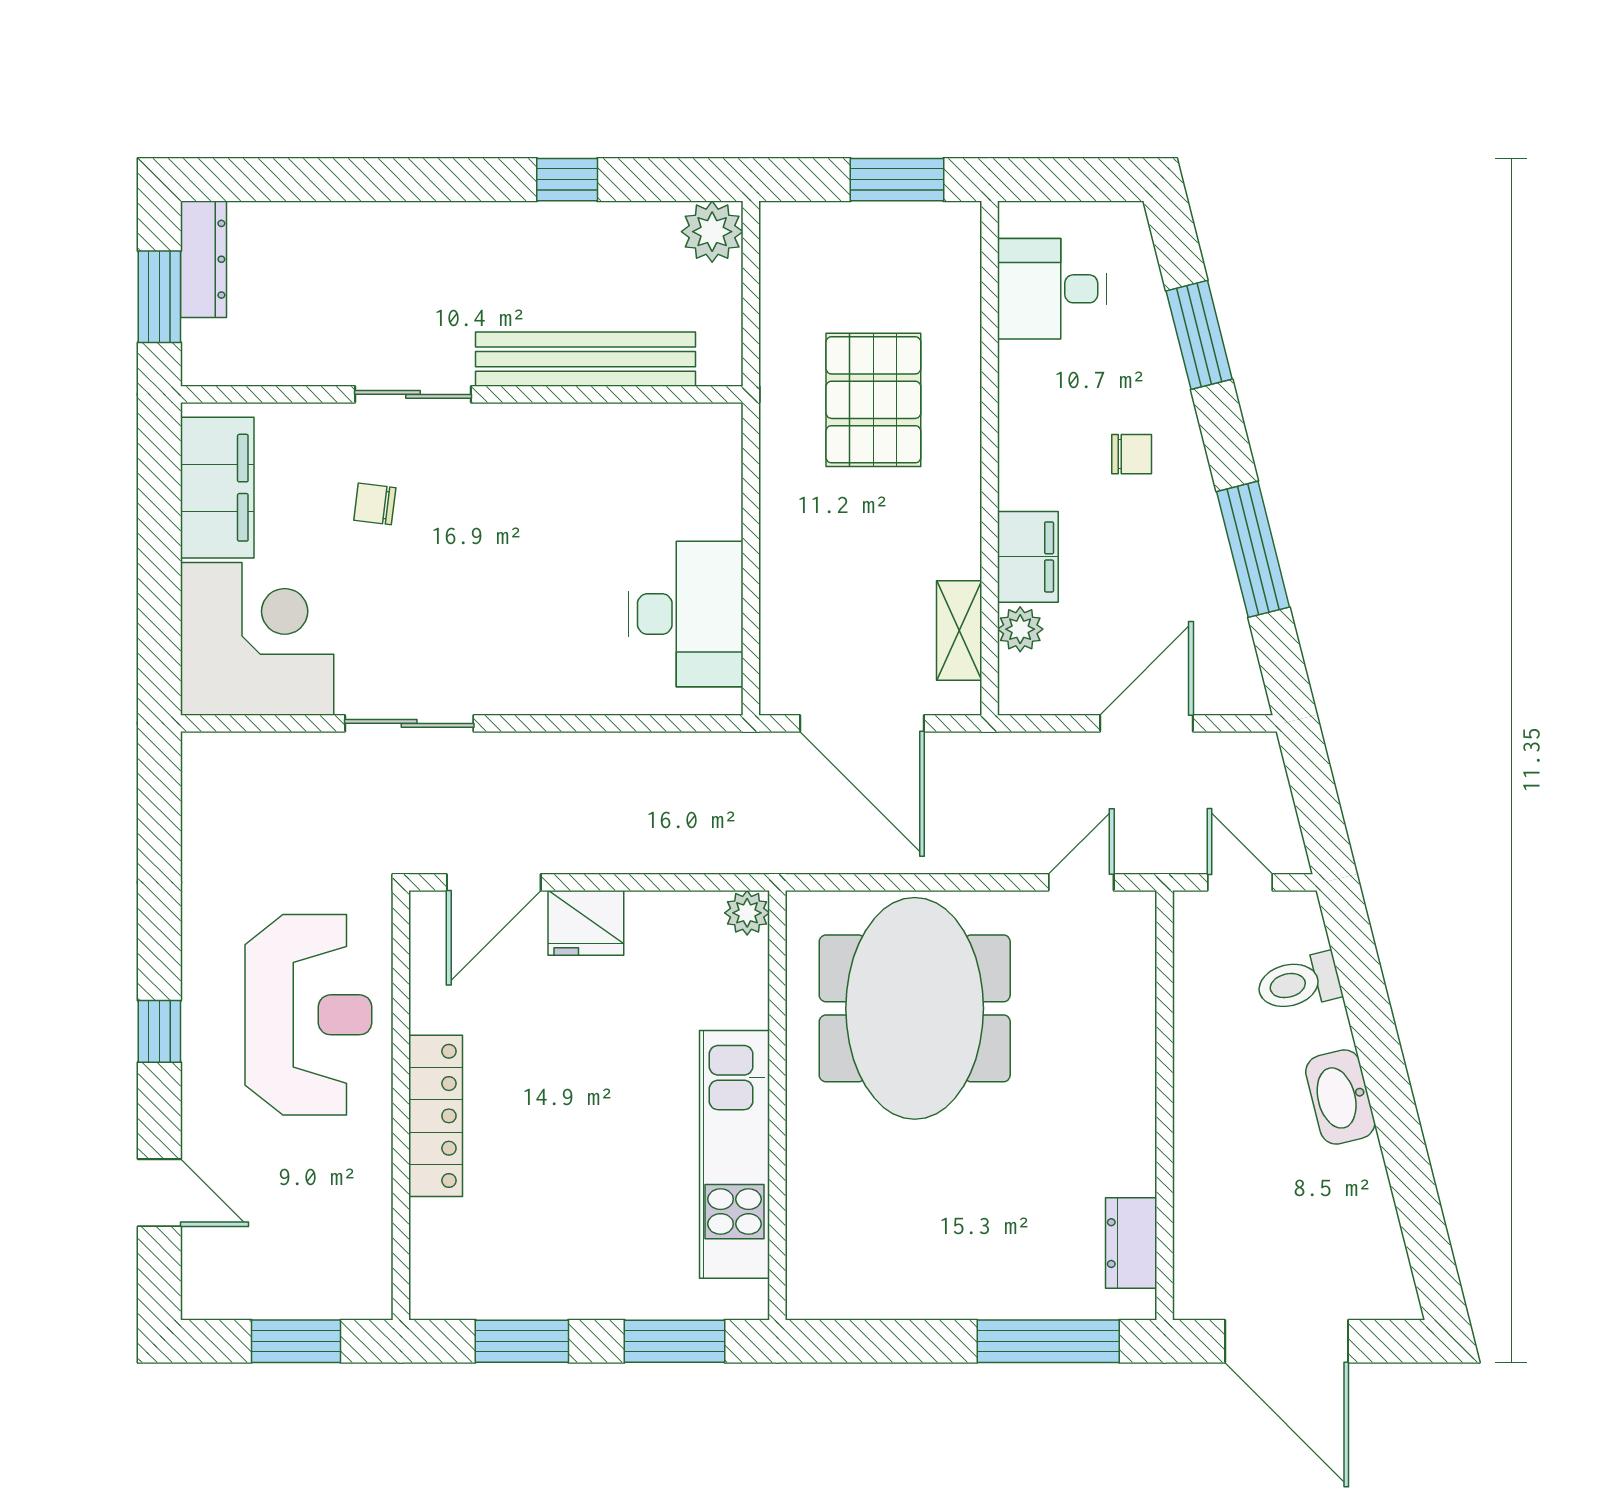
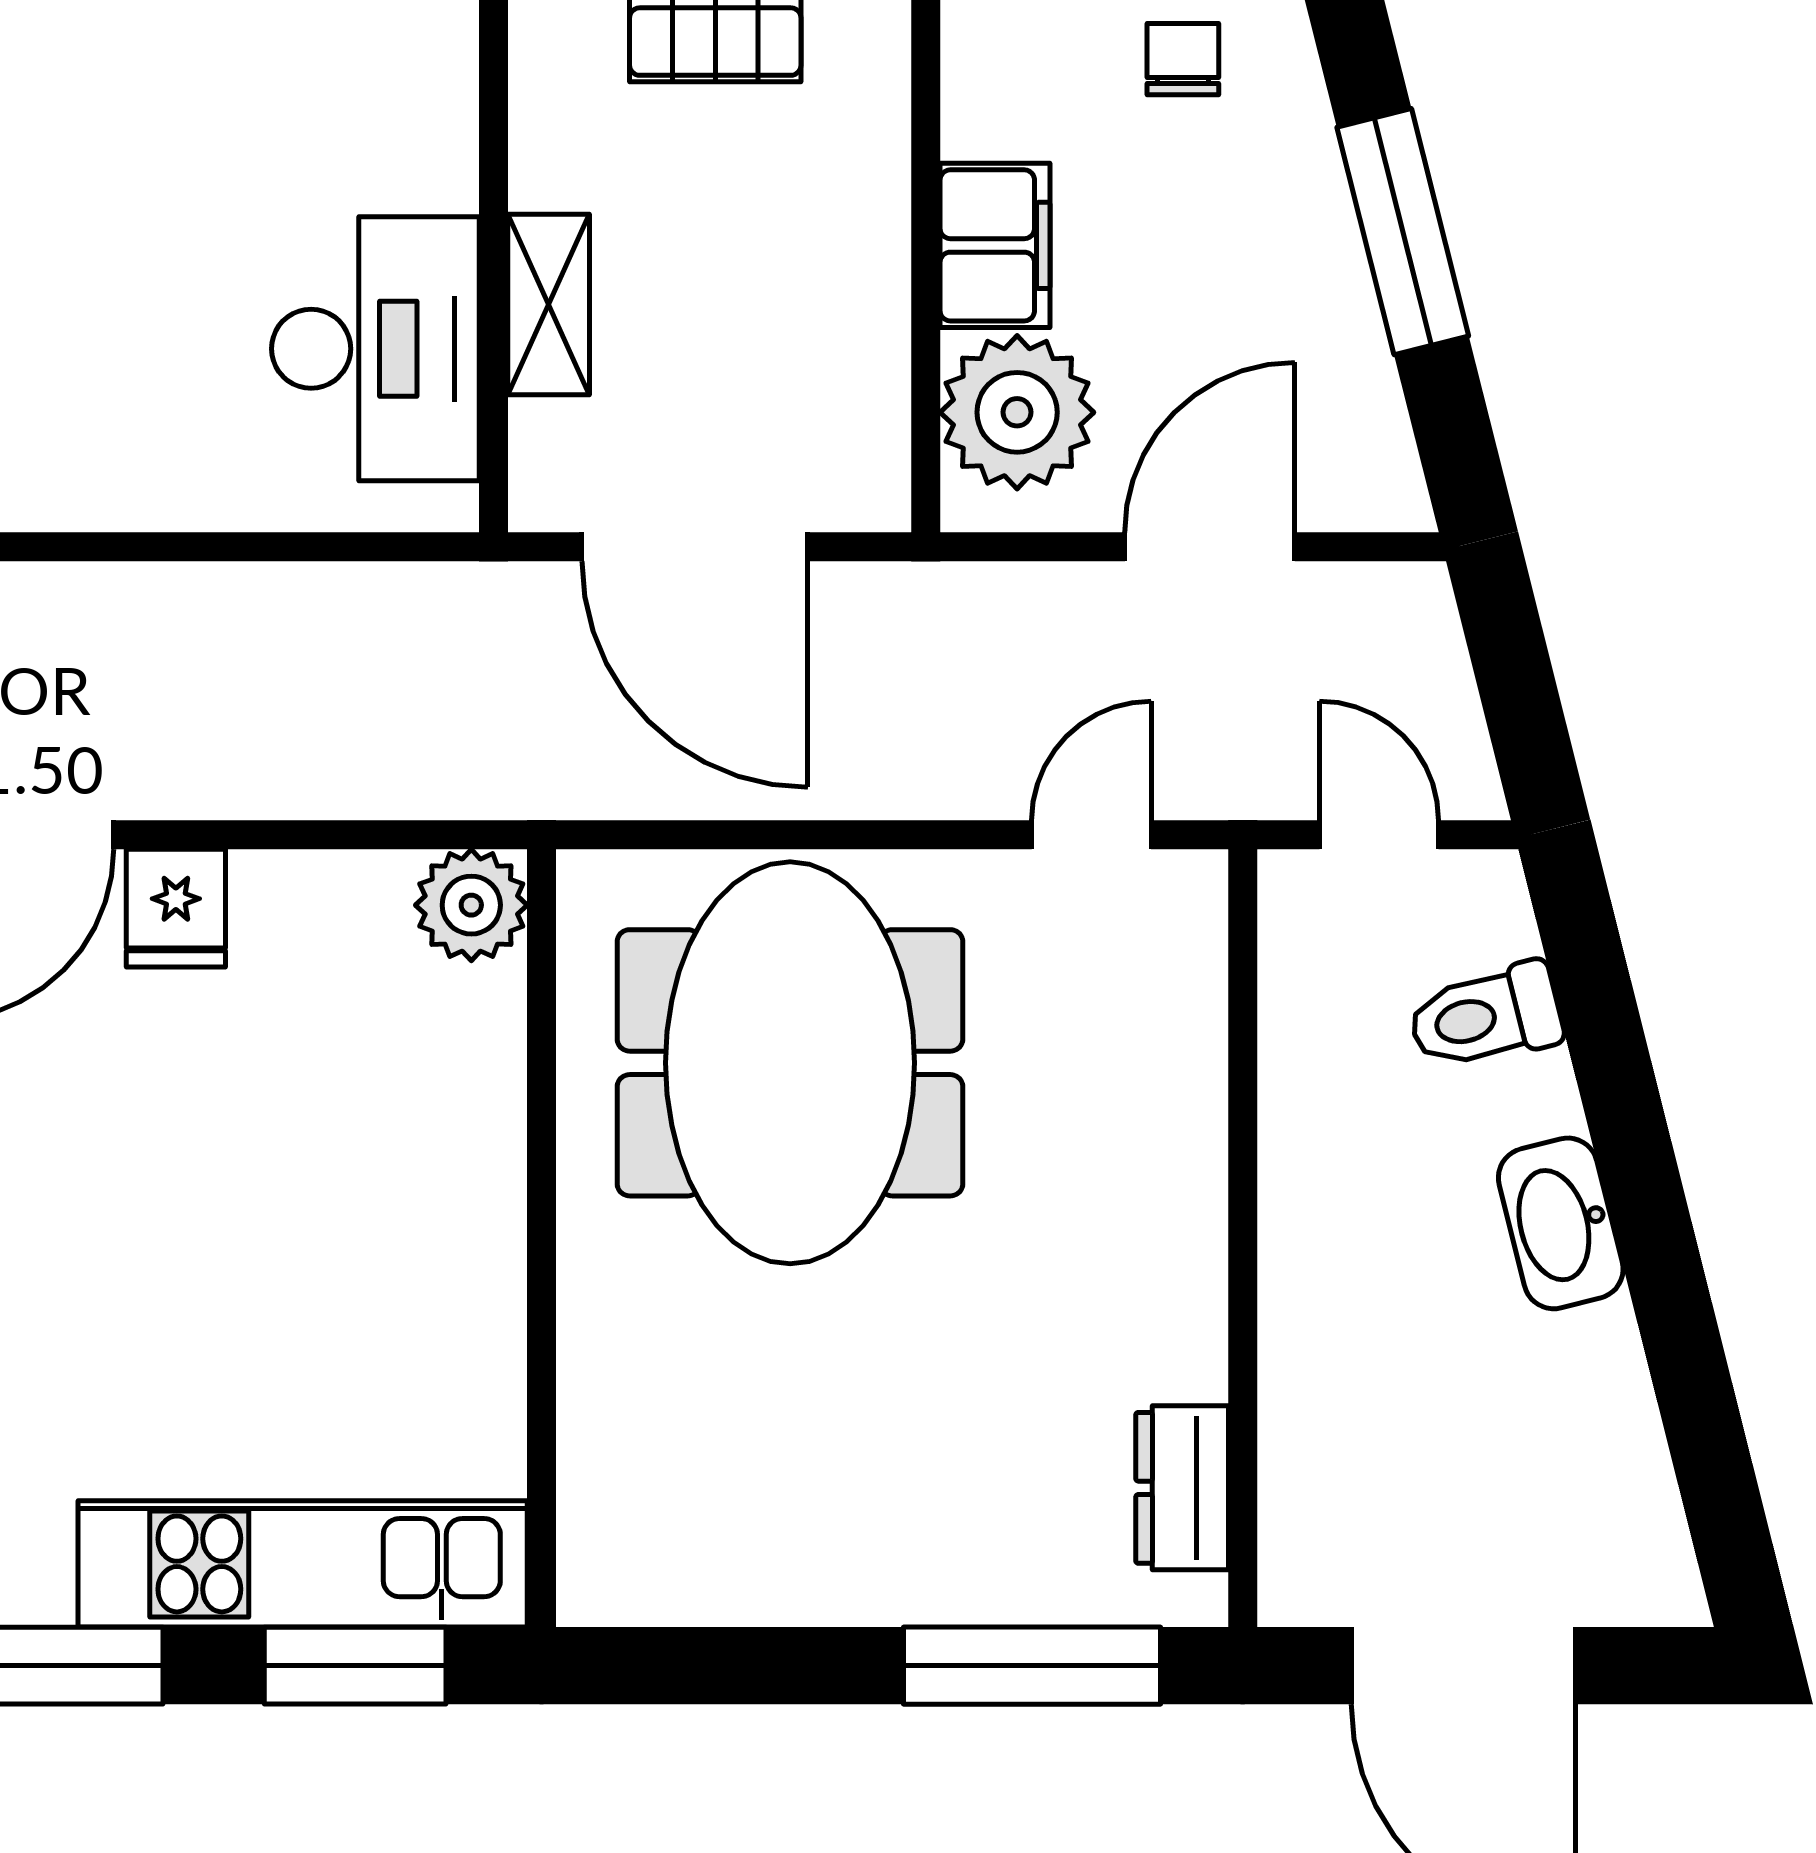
chair: (1132, 454) -> (1183, 59), turned -90
plant: (1020, 629) -> (1017, 412), width x1.88, depth x1.88
shelving: (959, 631) -> (549, 305), moved
plant: (747, 913) -> (471, 905), width x1.38, depth x1.38
fridge: (586, 923) -> (176, 908), width x0.72
kitchen unit: (735, 1154) -> (303, 1564), moved, turned 90

